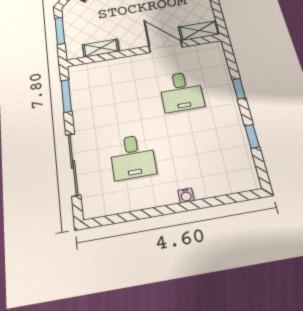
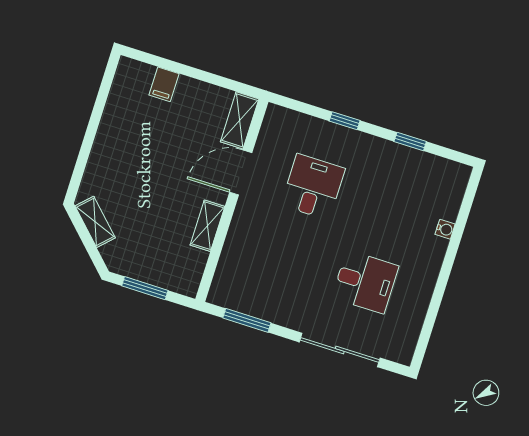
shelving: (101, 48) -> (207, 226), moved
desk: (181, 92) -> (313, 187), turned -90
water cooler: (186, 195) -> (445, 229), moved

